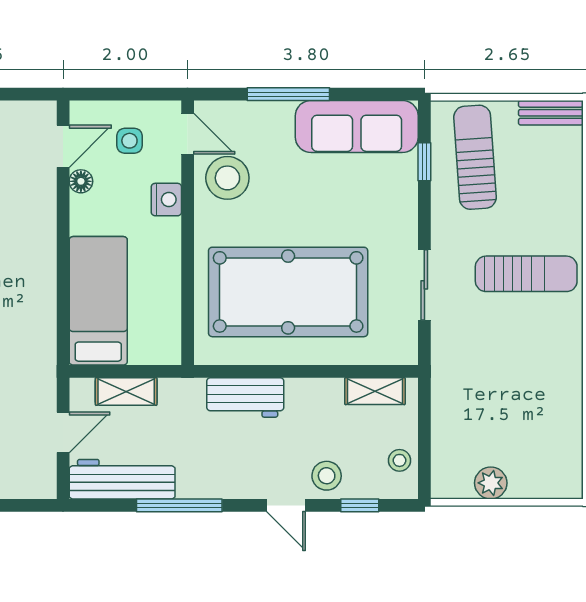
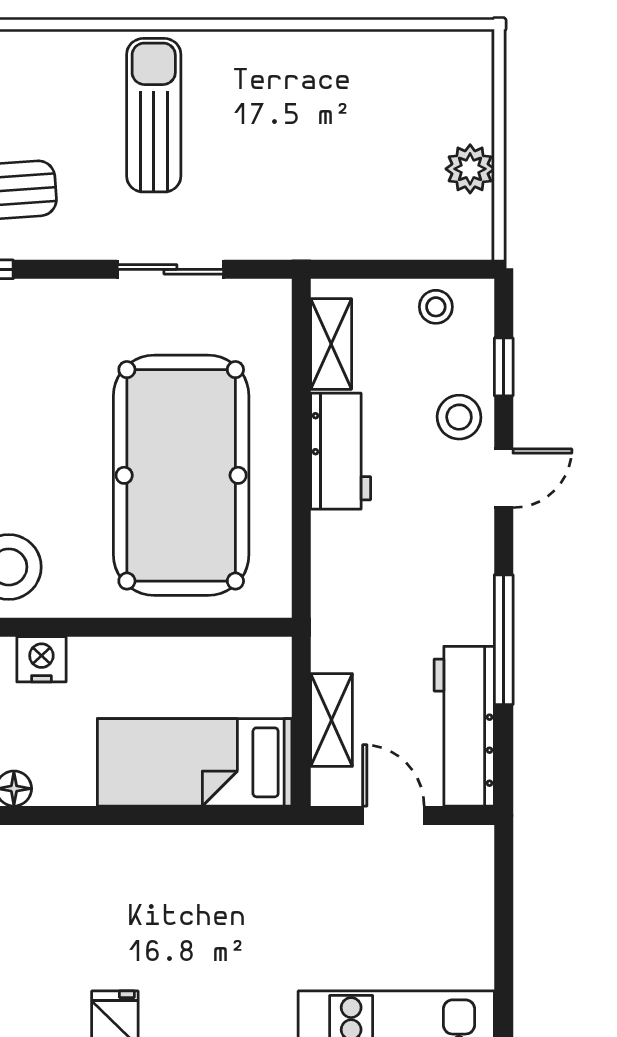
workbench: (245, 397) -> (341, 451), moved

